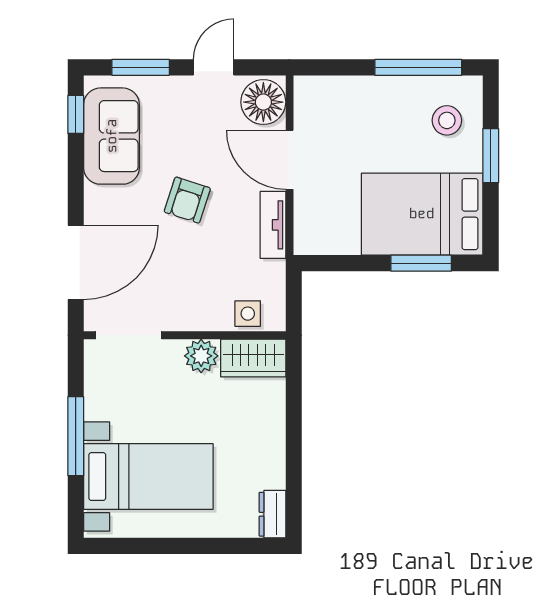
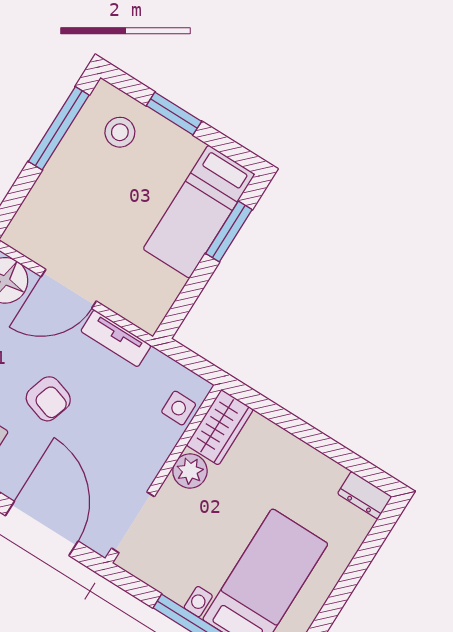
bed: (422, 214) -> (199, 212), width x0.67

